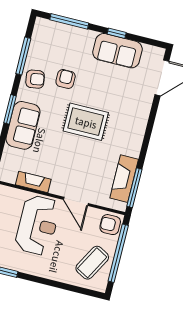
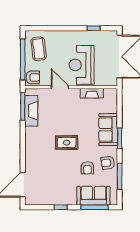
sofa: (117, 51) -> (93, 196), moved
rug: (86, 122) -> (67, 143), width x0.73, depth x0.70
coffee table: (92, 263) -> (39, 49), turned -36

